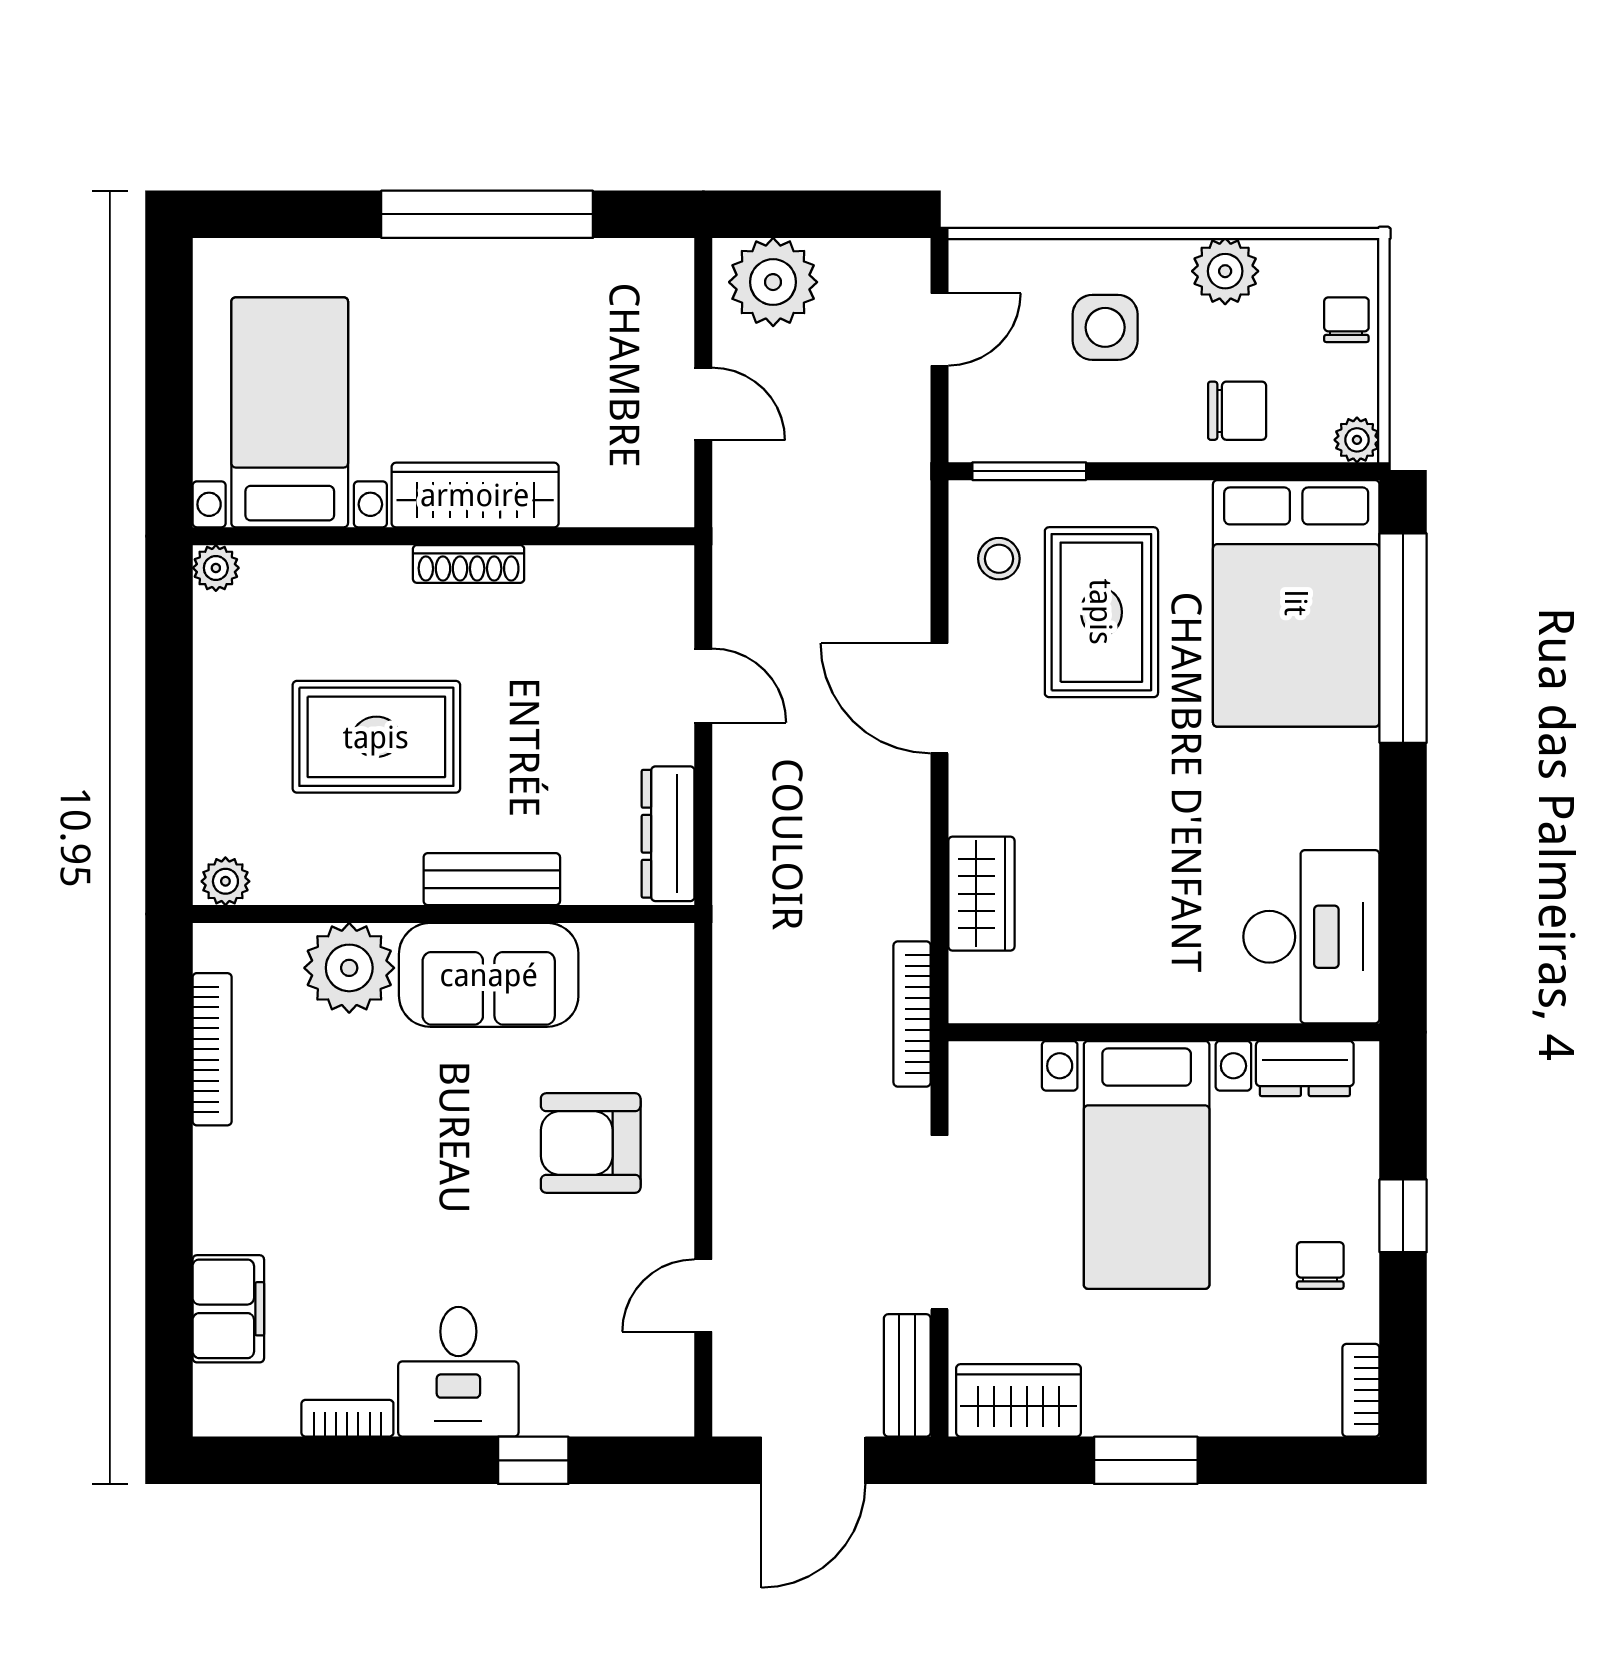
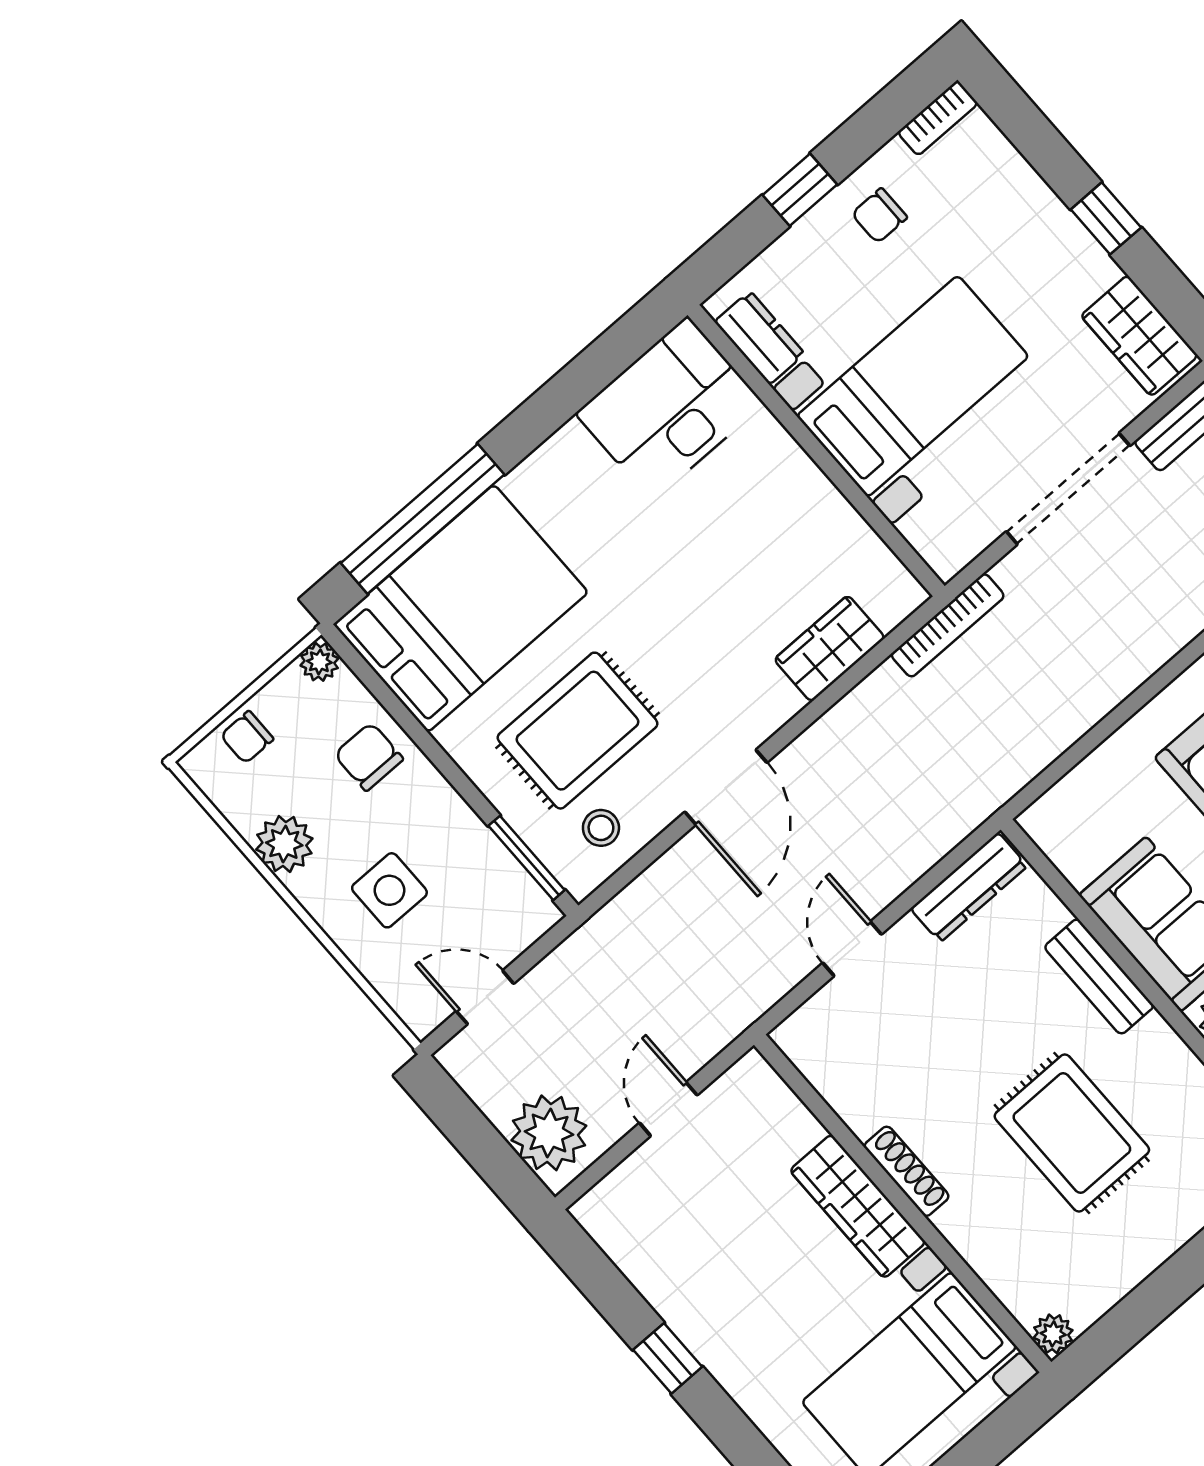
window: (487, 214) -> (668, 1358), width x0.32
window: (1146, 1460) -> (1106, 218), width x0.67

